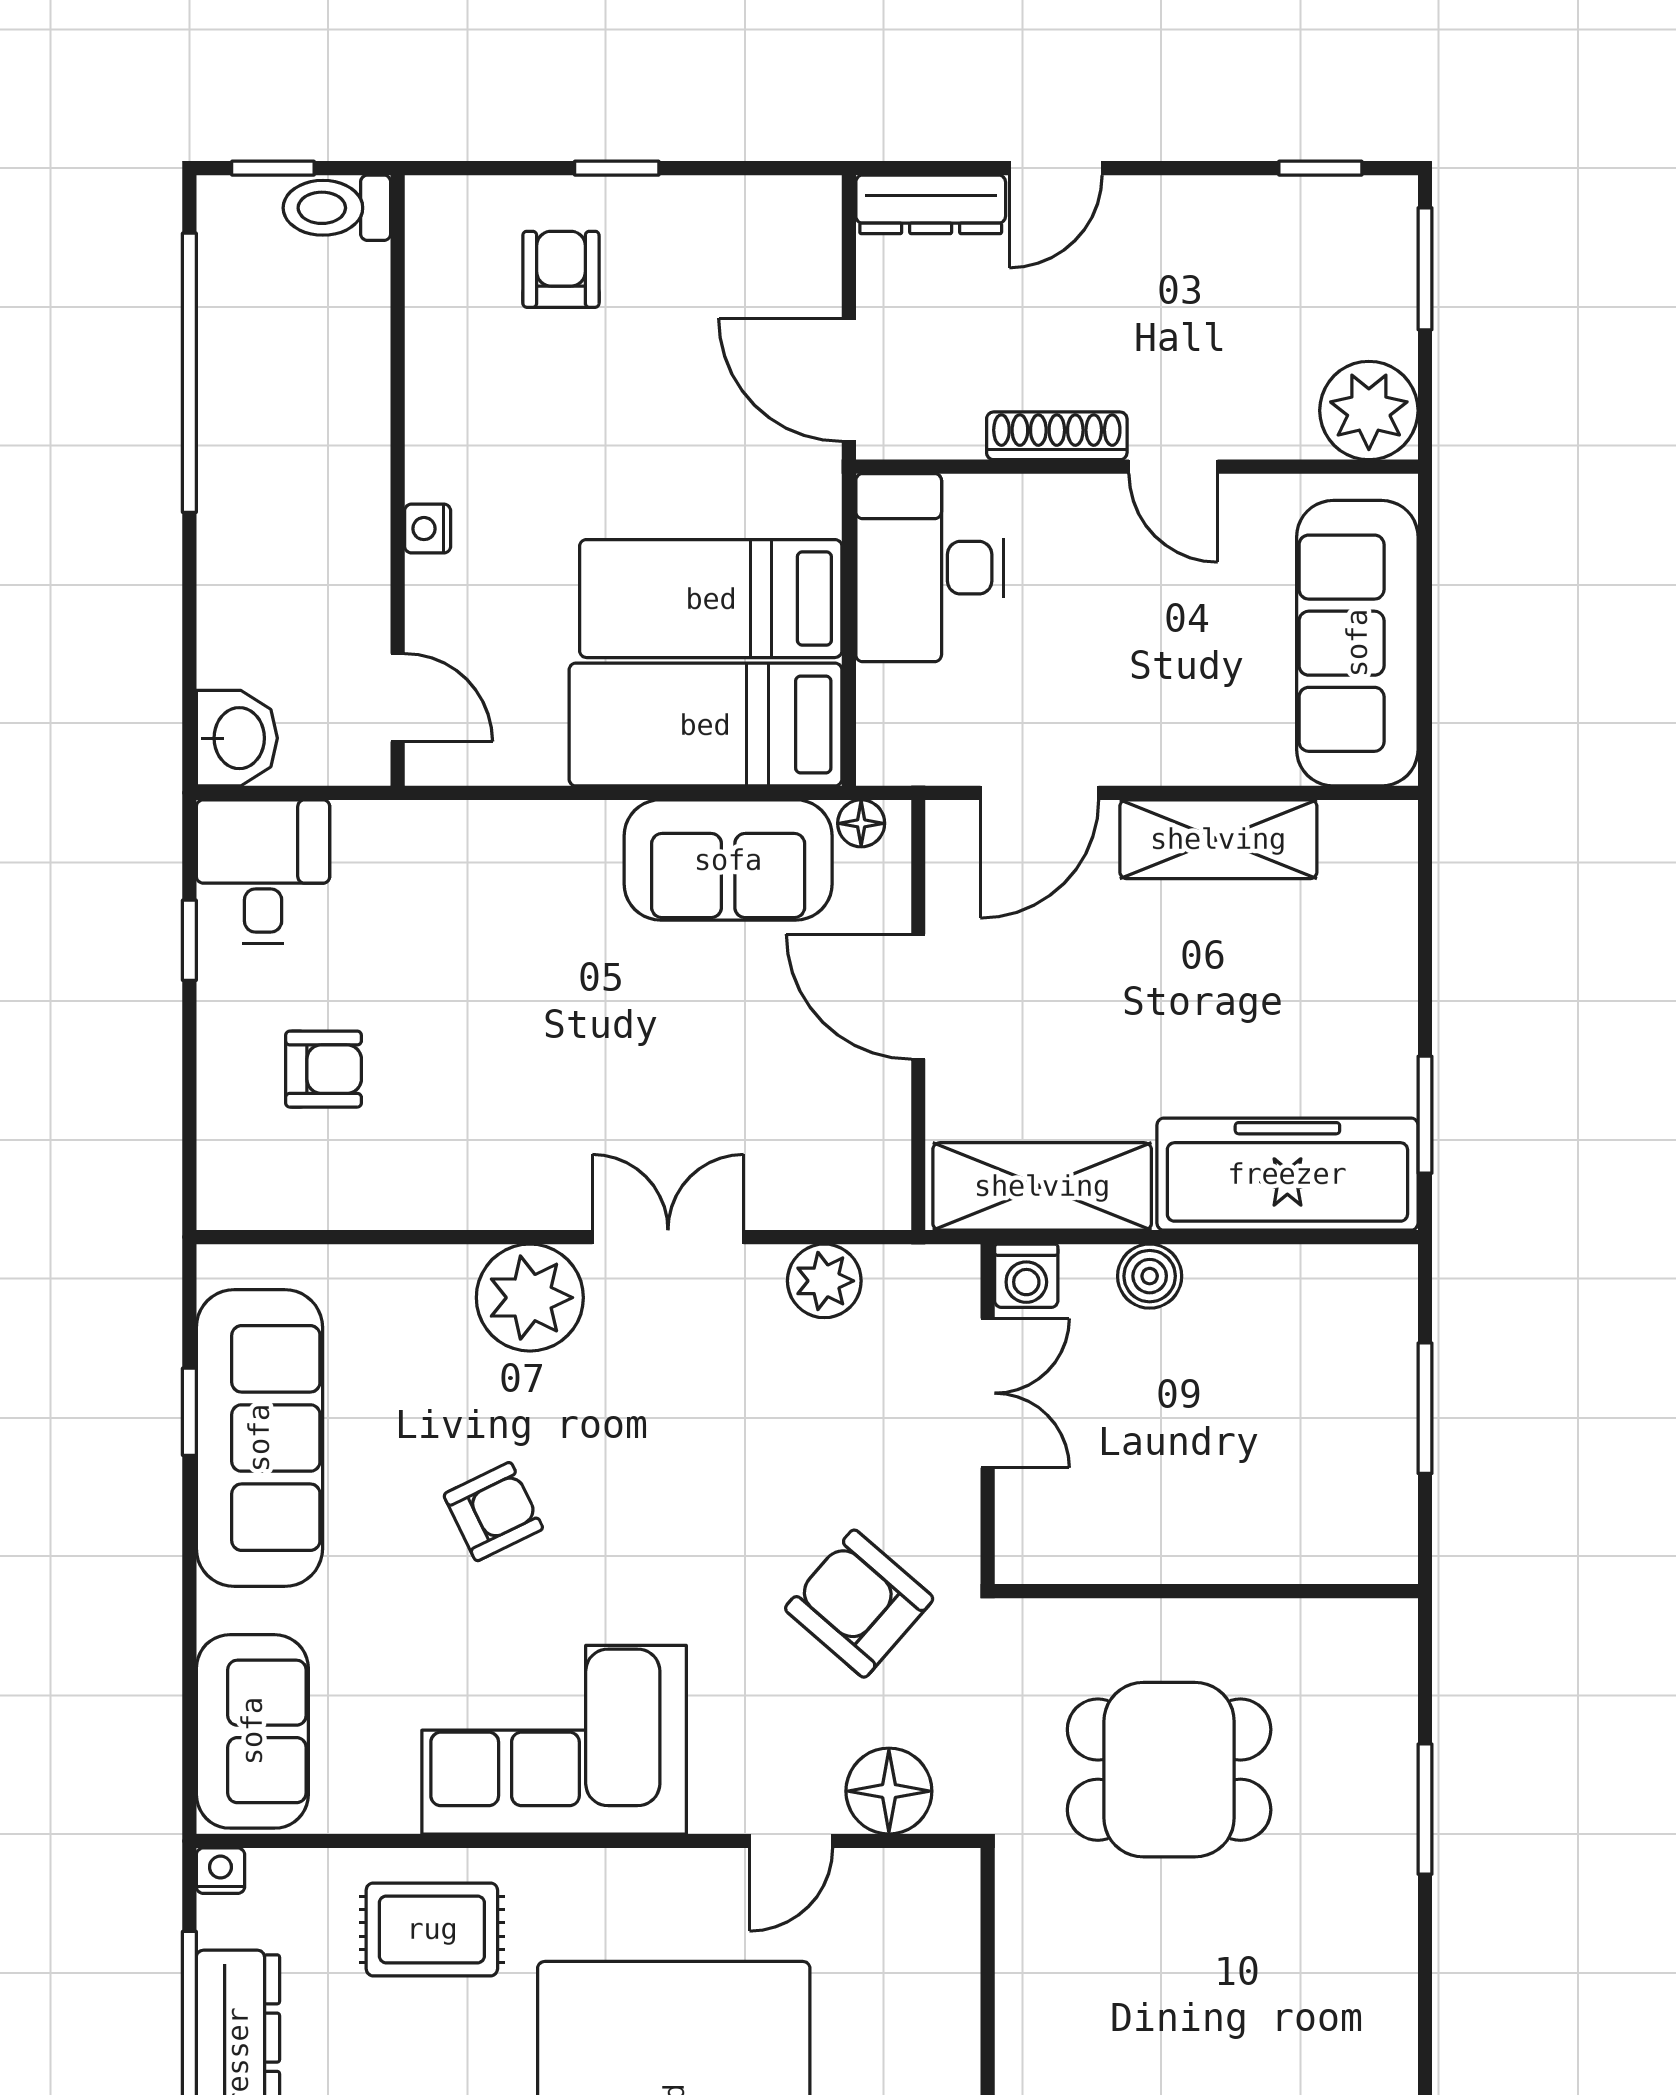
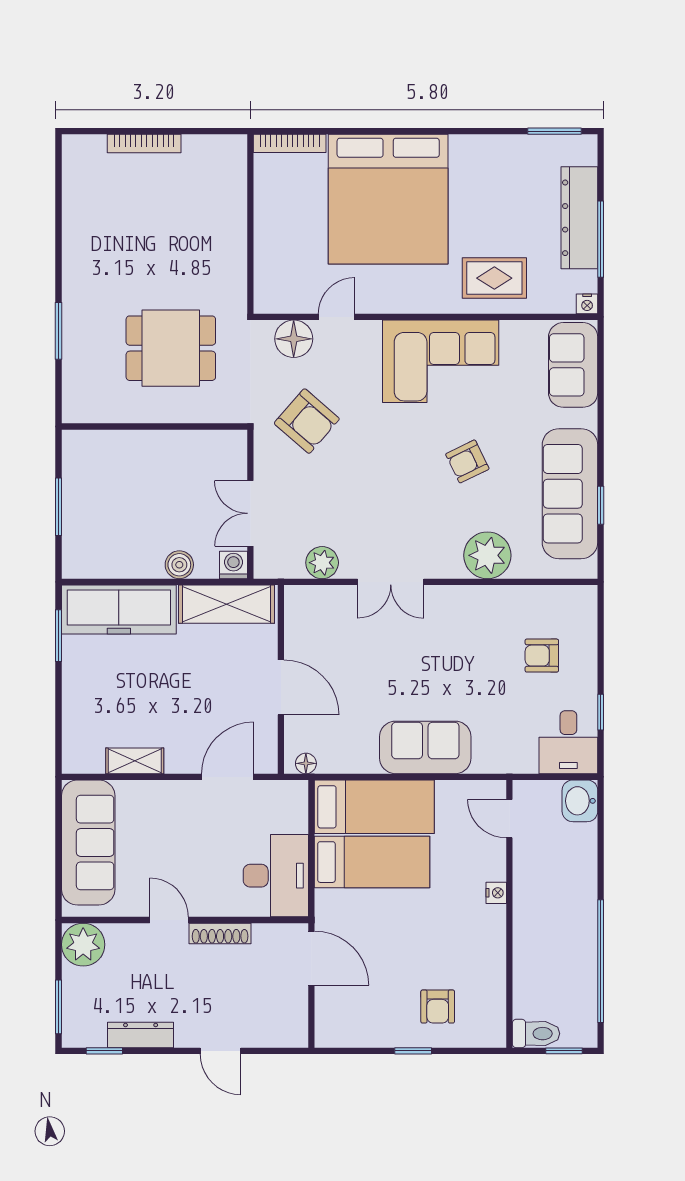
door: (1056, 168) -> (221, 1051), swing flipped
dresser: (931, 204) -> (141, 1035), moved
shelving: (1218, 839) -> (135, 761), width x0.67, depth x0.75
sofa: (728, 860) -> (425, 747), moved
plant: (530, 1298) -> (487, 555), moved

